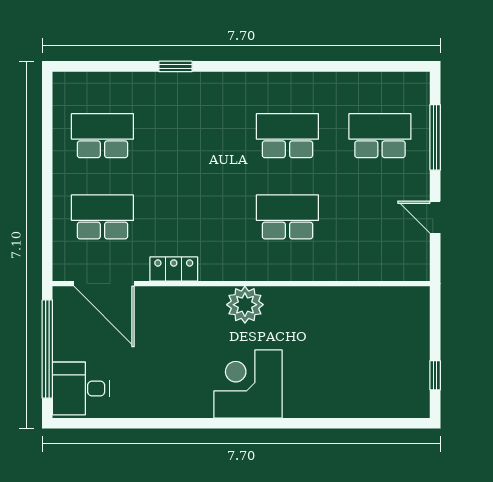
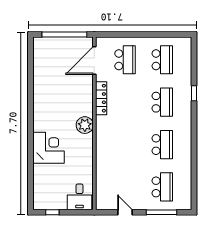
school desk: (287, 217) -> (162, 102), moved
door: (435, 217) -> (125, 212), hinge flipped
locker: (174, 269) -> (101, 98), width x1.53
corner desk: (248, 384) -> (48, 148), moved
desk: (81, 389) -> (79, 197), moved, turned 180

